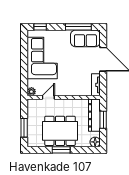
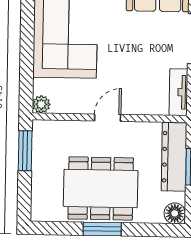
door: (48, 97) -> (108, 118), moved
window: (24, 128) -> (25, 151), moved

